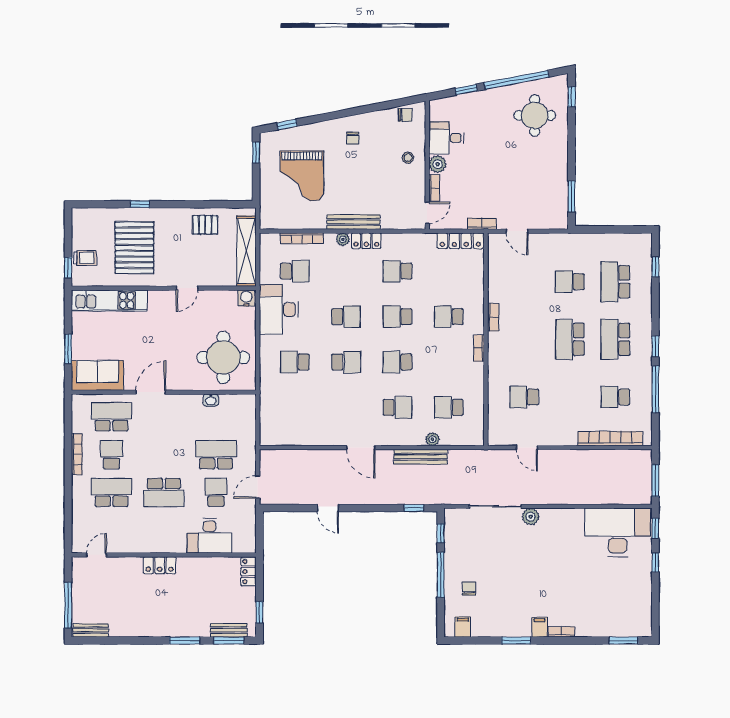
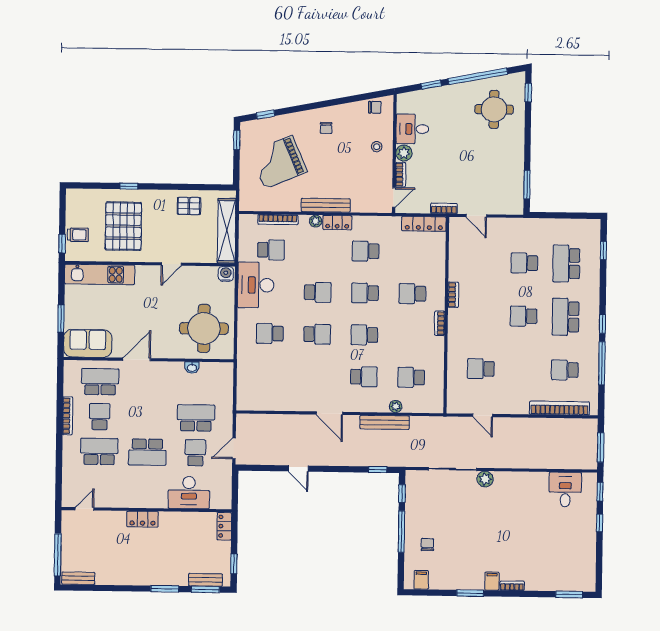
grand piano: (302, 176) -> (279, 162), turned 67
school desk: (570, 339) -> (524, 316), width x0.54
desk: (618, 532) -> (565, 490), width x0.53, depth x0.77

